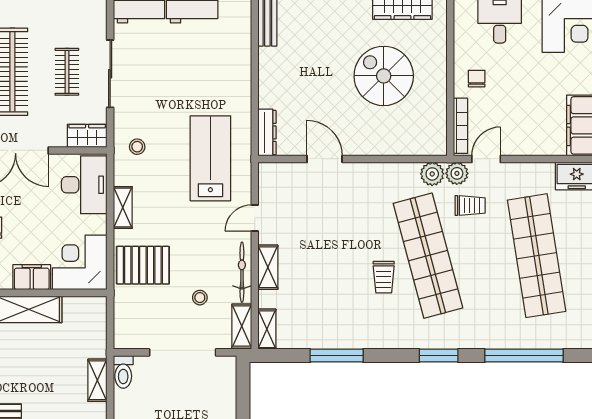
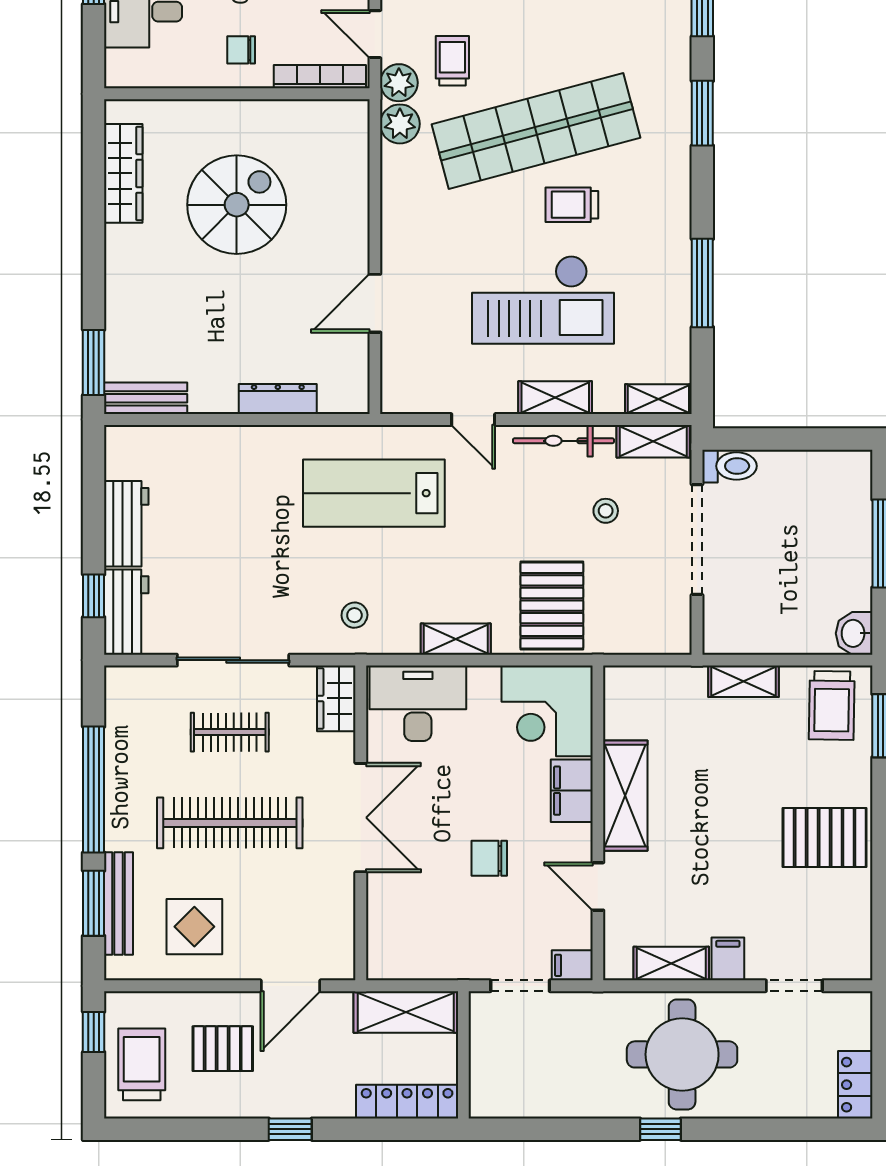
spiral stairs: (384, 76) -> (237, 205), turned 180
dresser: (267, 132) -> (278, 399), moved
checkout: (327, 260) -> (543, 300), added
trolley: (384, 277) -> (572, 205), turned 180
toilet: (123, 372) -> (729, 466), moved

